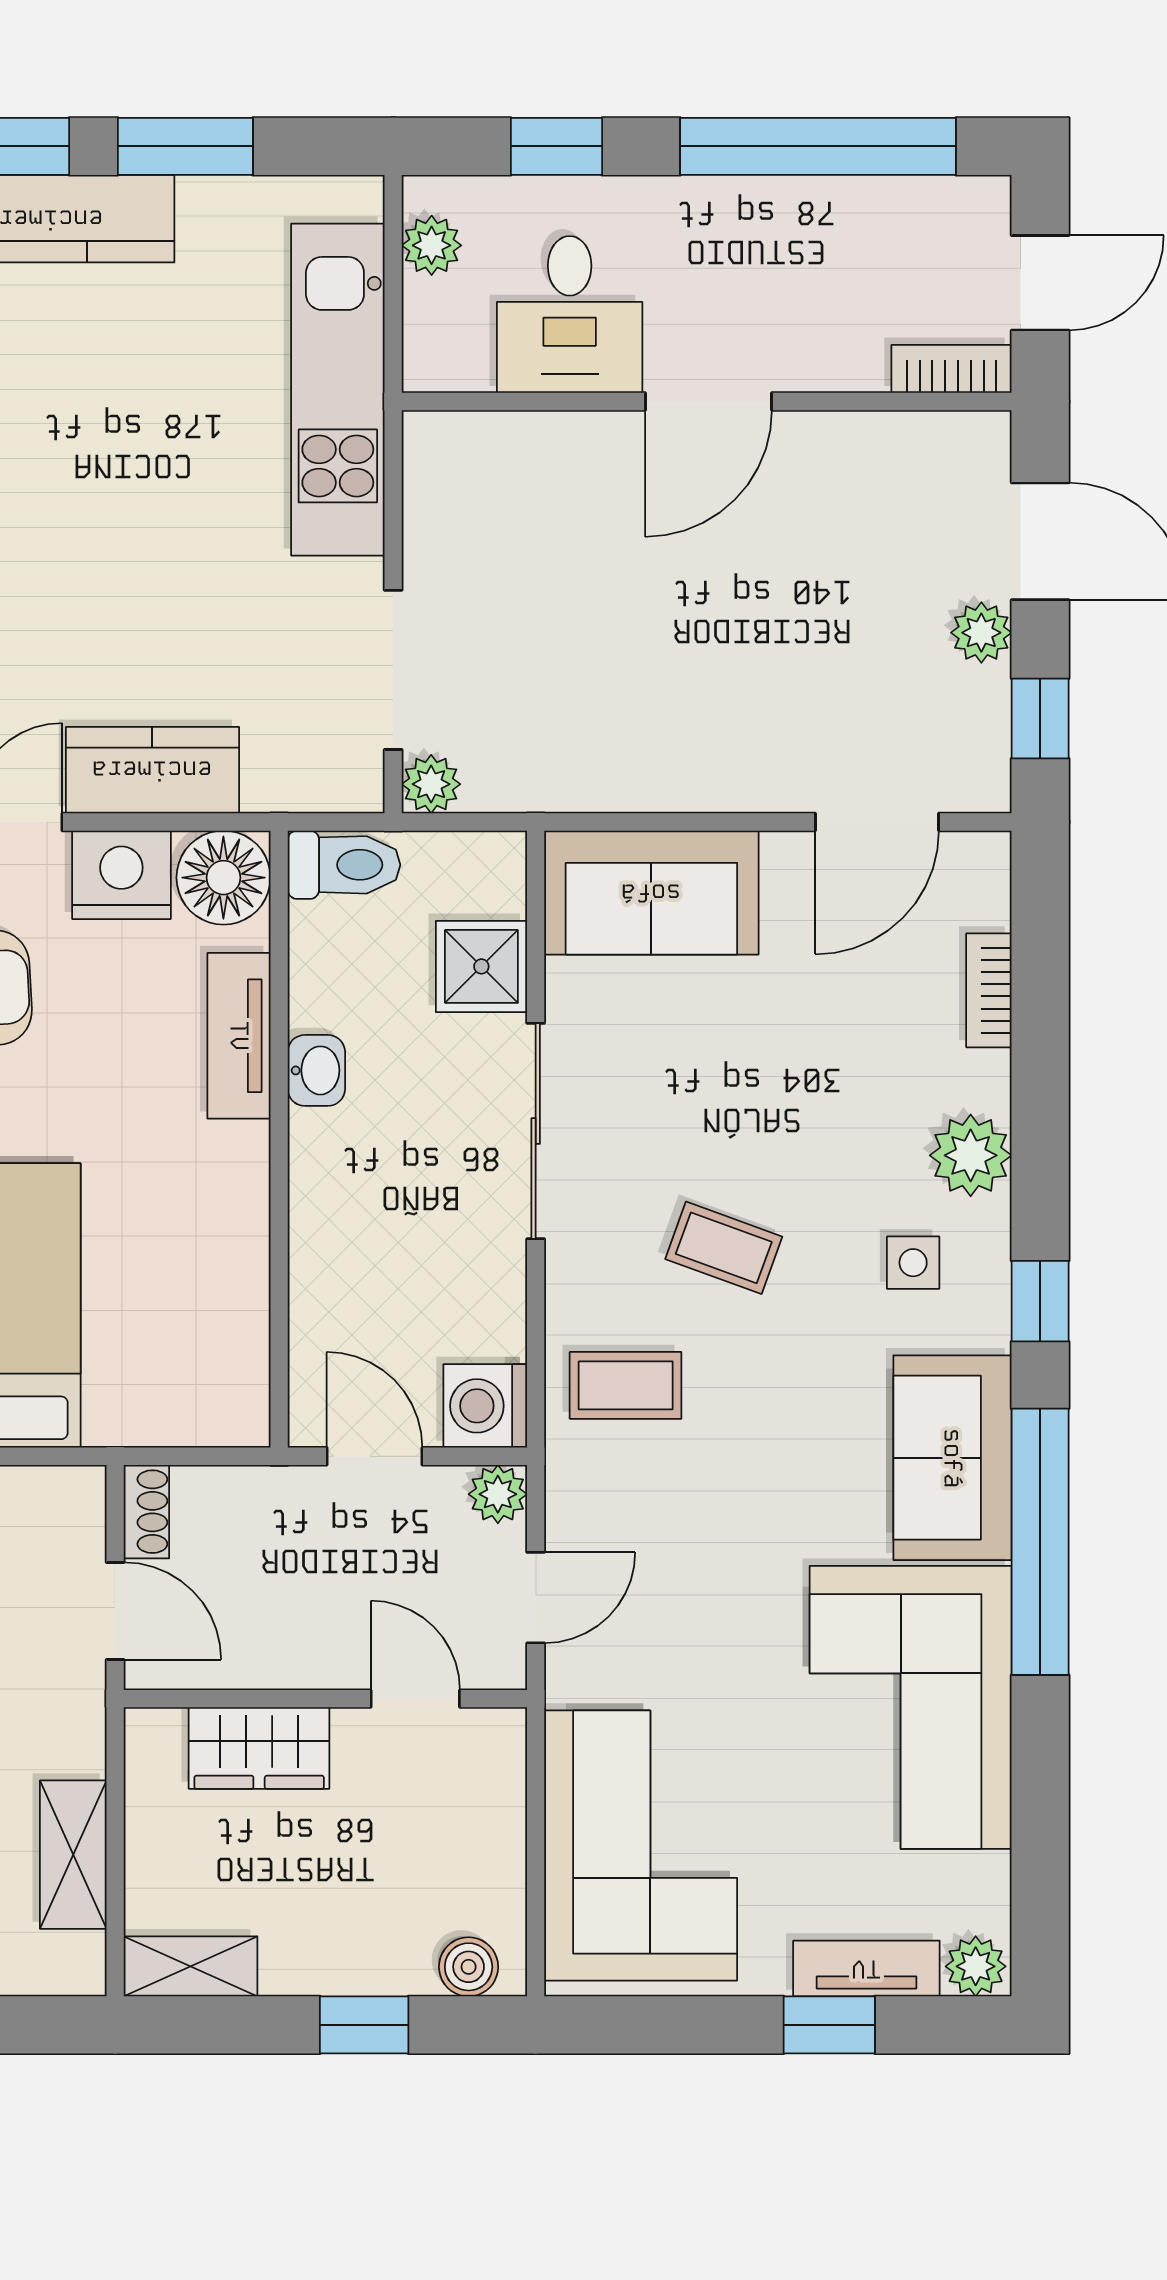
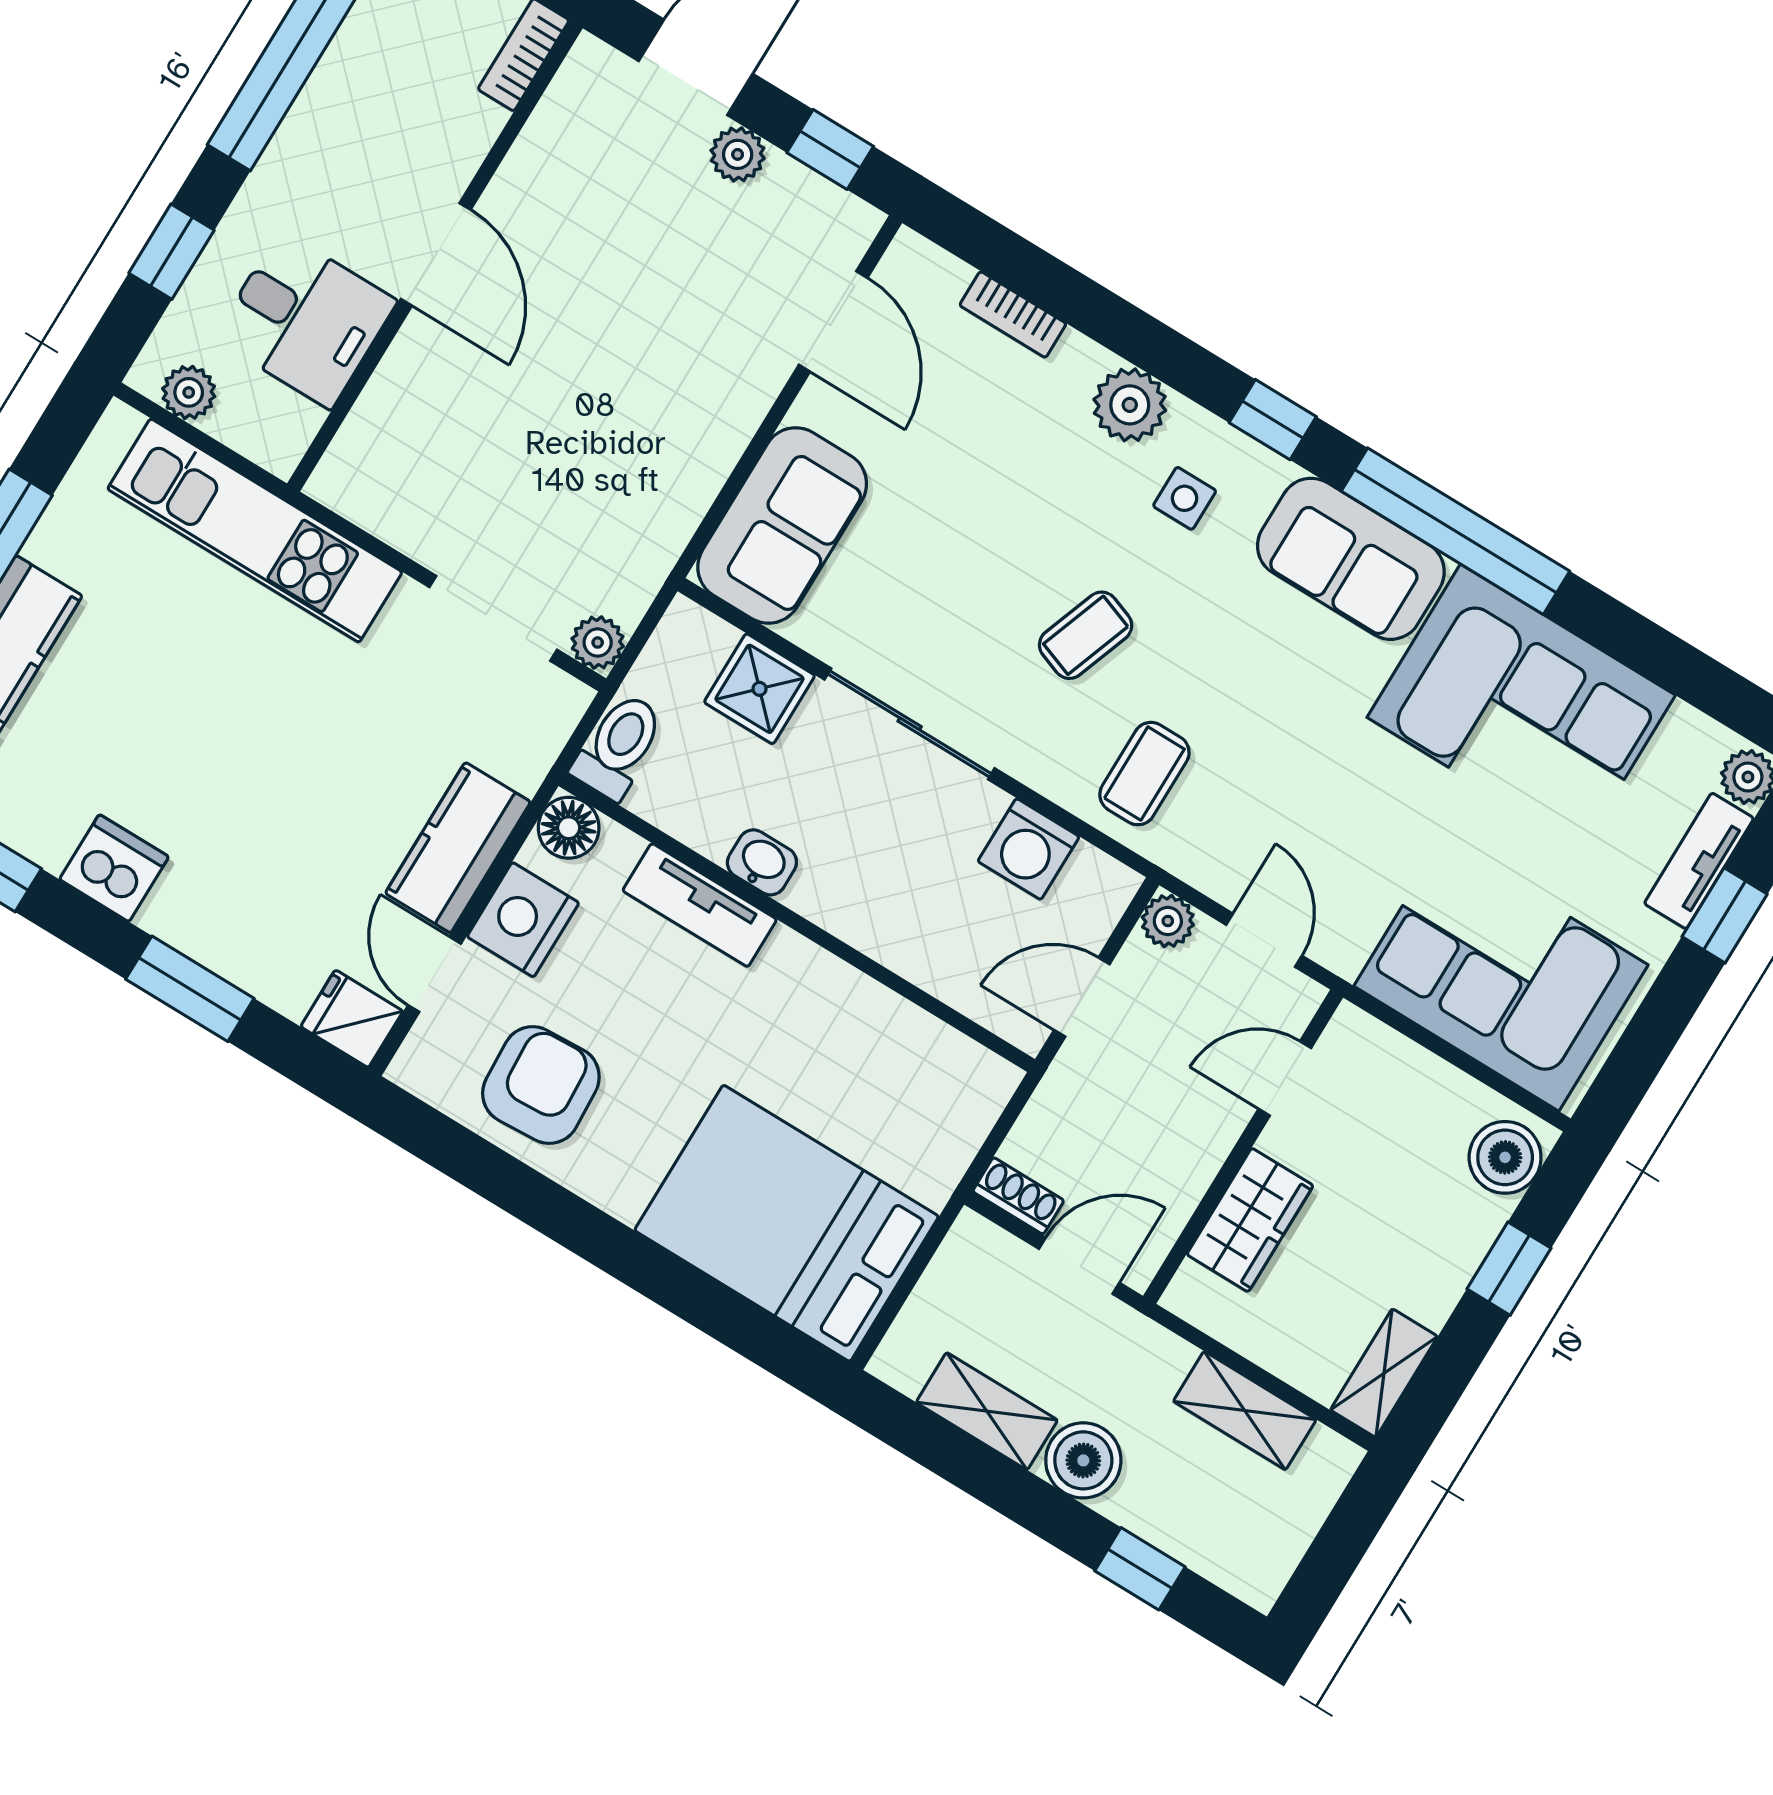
floor lamp: (223, 878) -> (569, 828), width x0.73, depth x0.73
washing machine: (485, 1406) -> (1029, 849), moved
boiler: (469, 1967) -> (1505, 1157), width x1.36, depth x1.36

